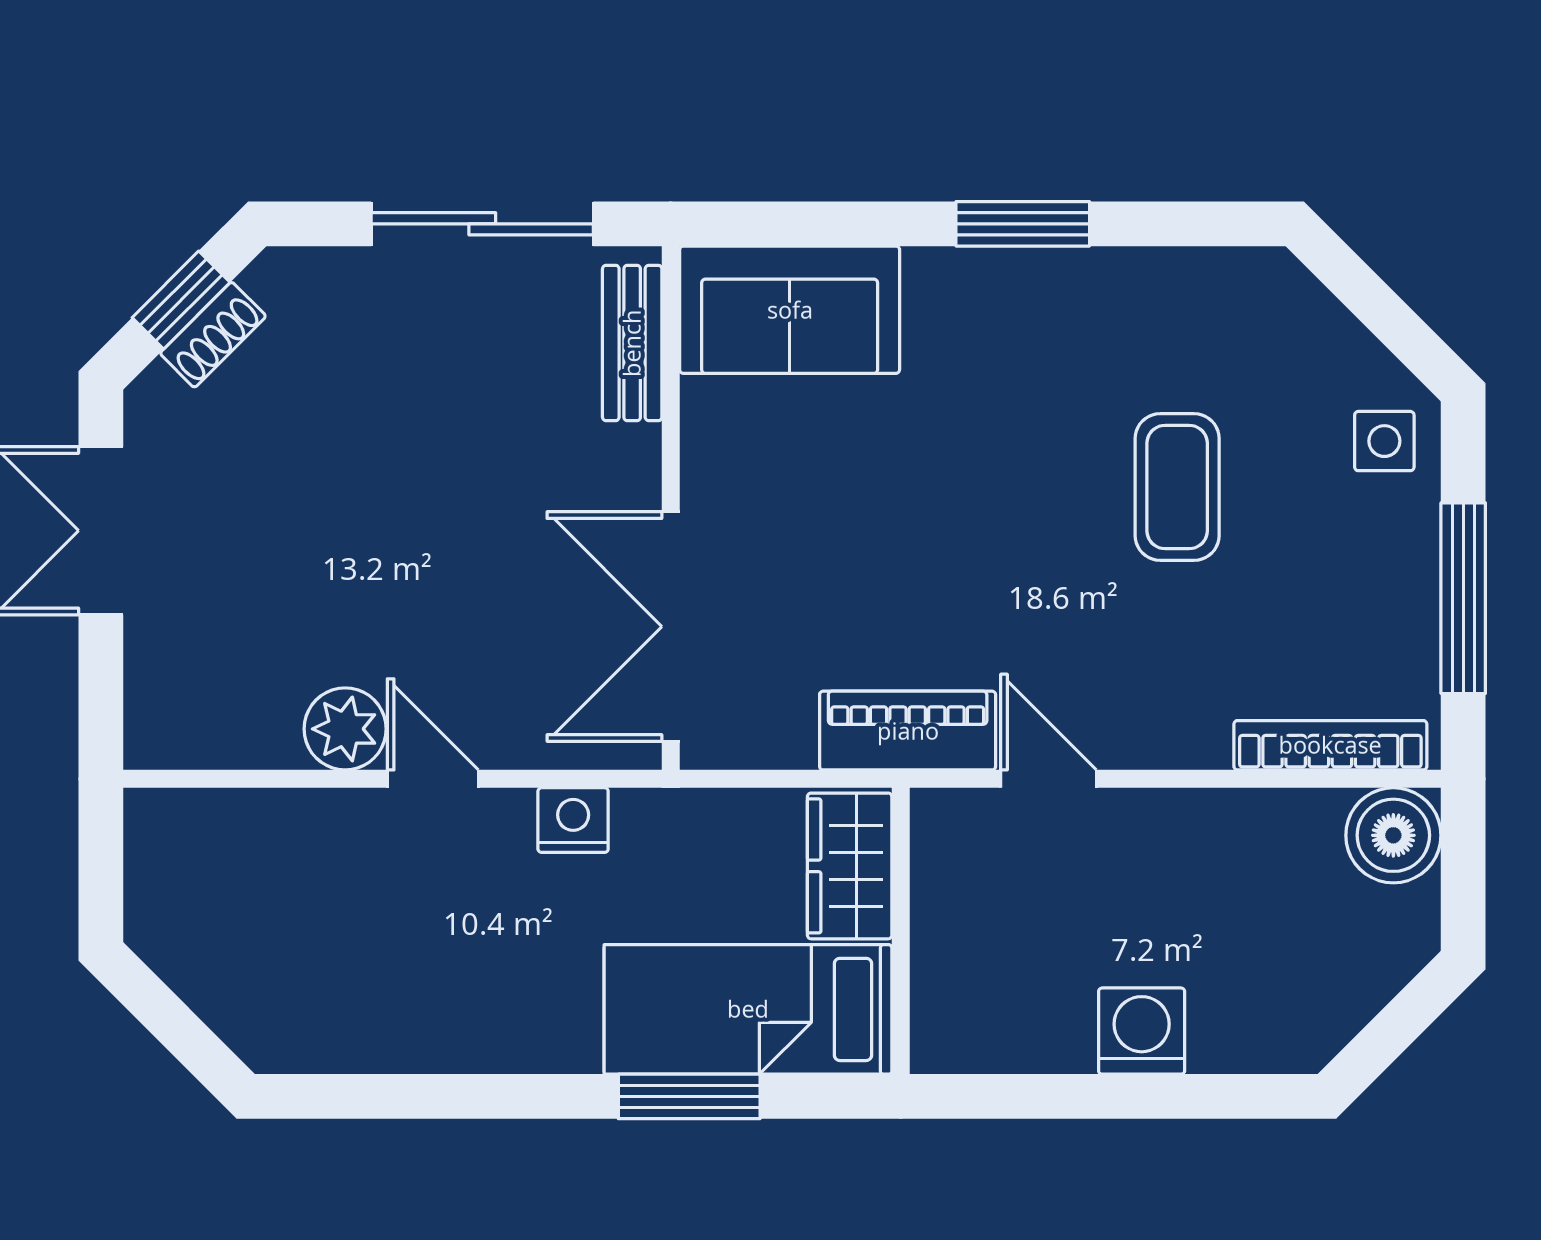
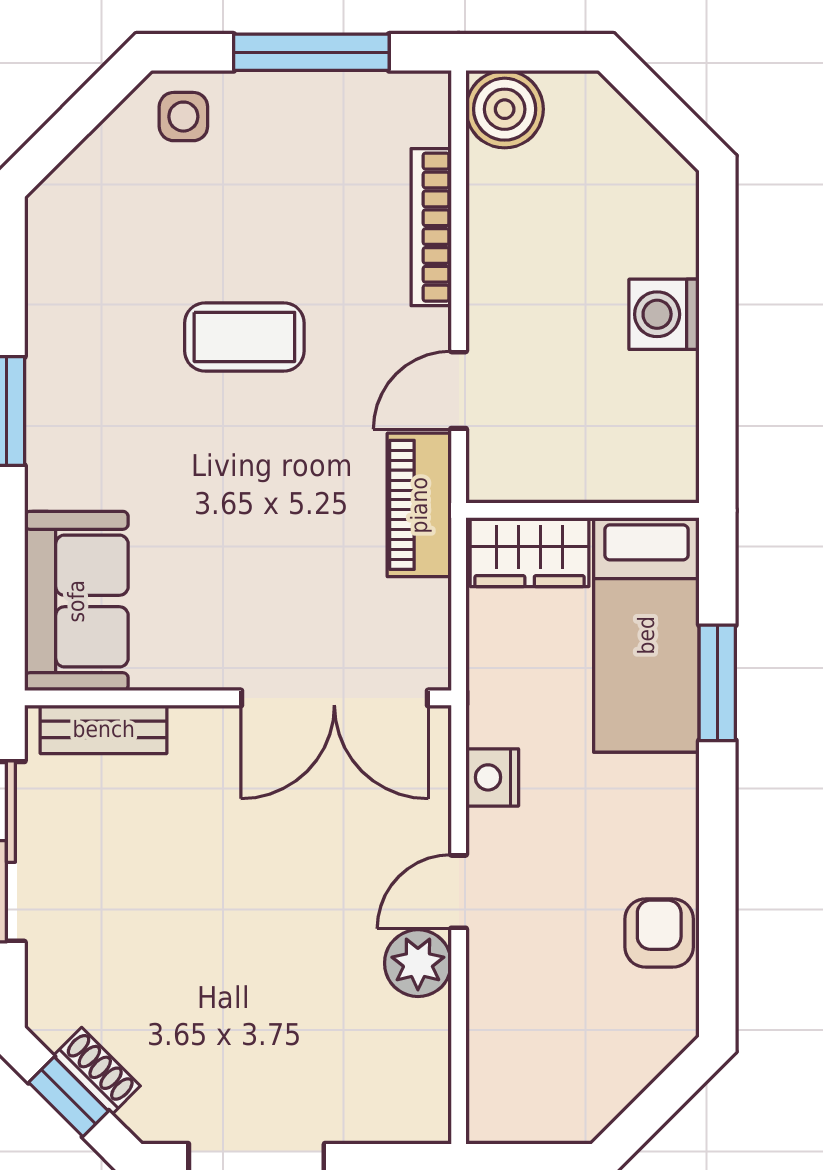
coffee table: (1177, 487) -> (244, 337), moved
bookcase: (1330, 745) -> (431, 227), moved
armchair: (382, 1025) -> (659, 933), added

